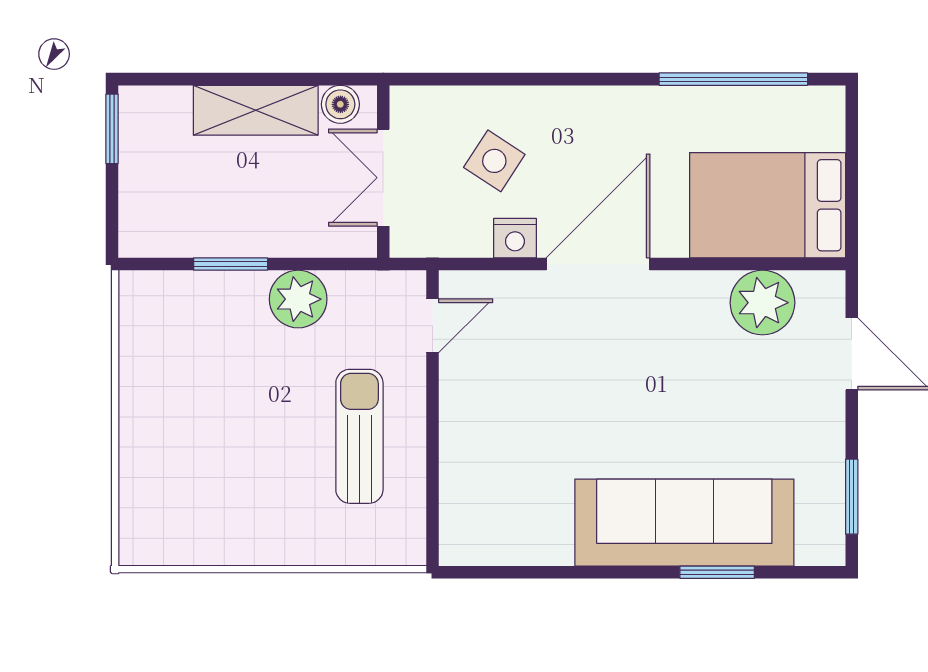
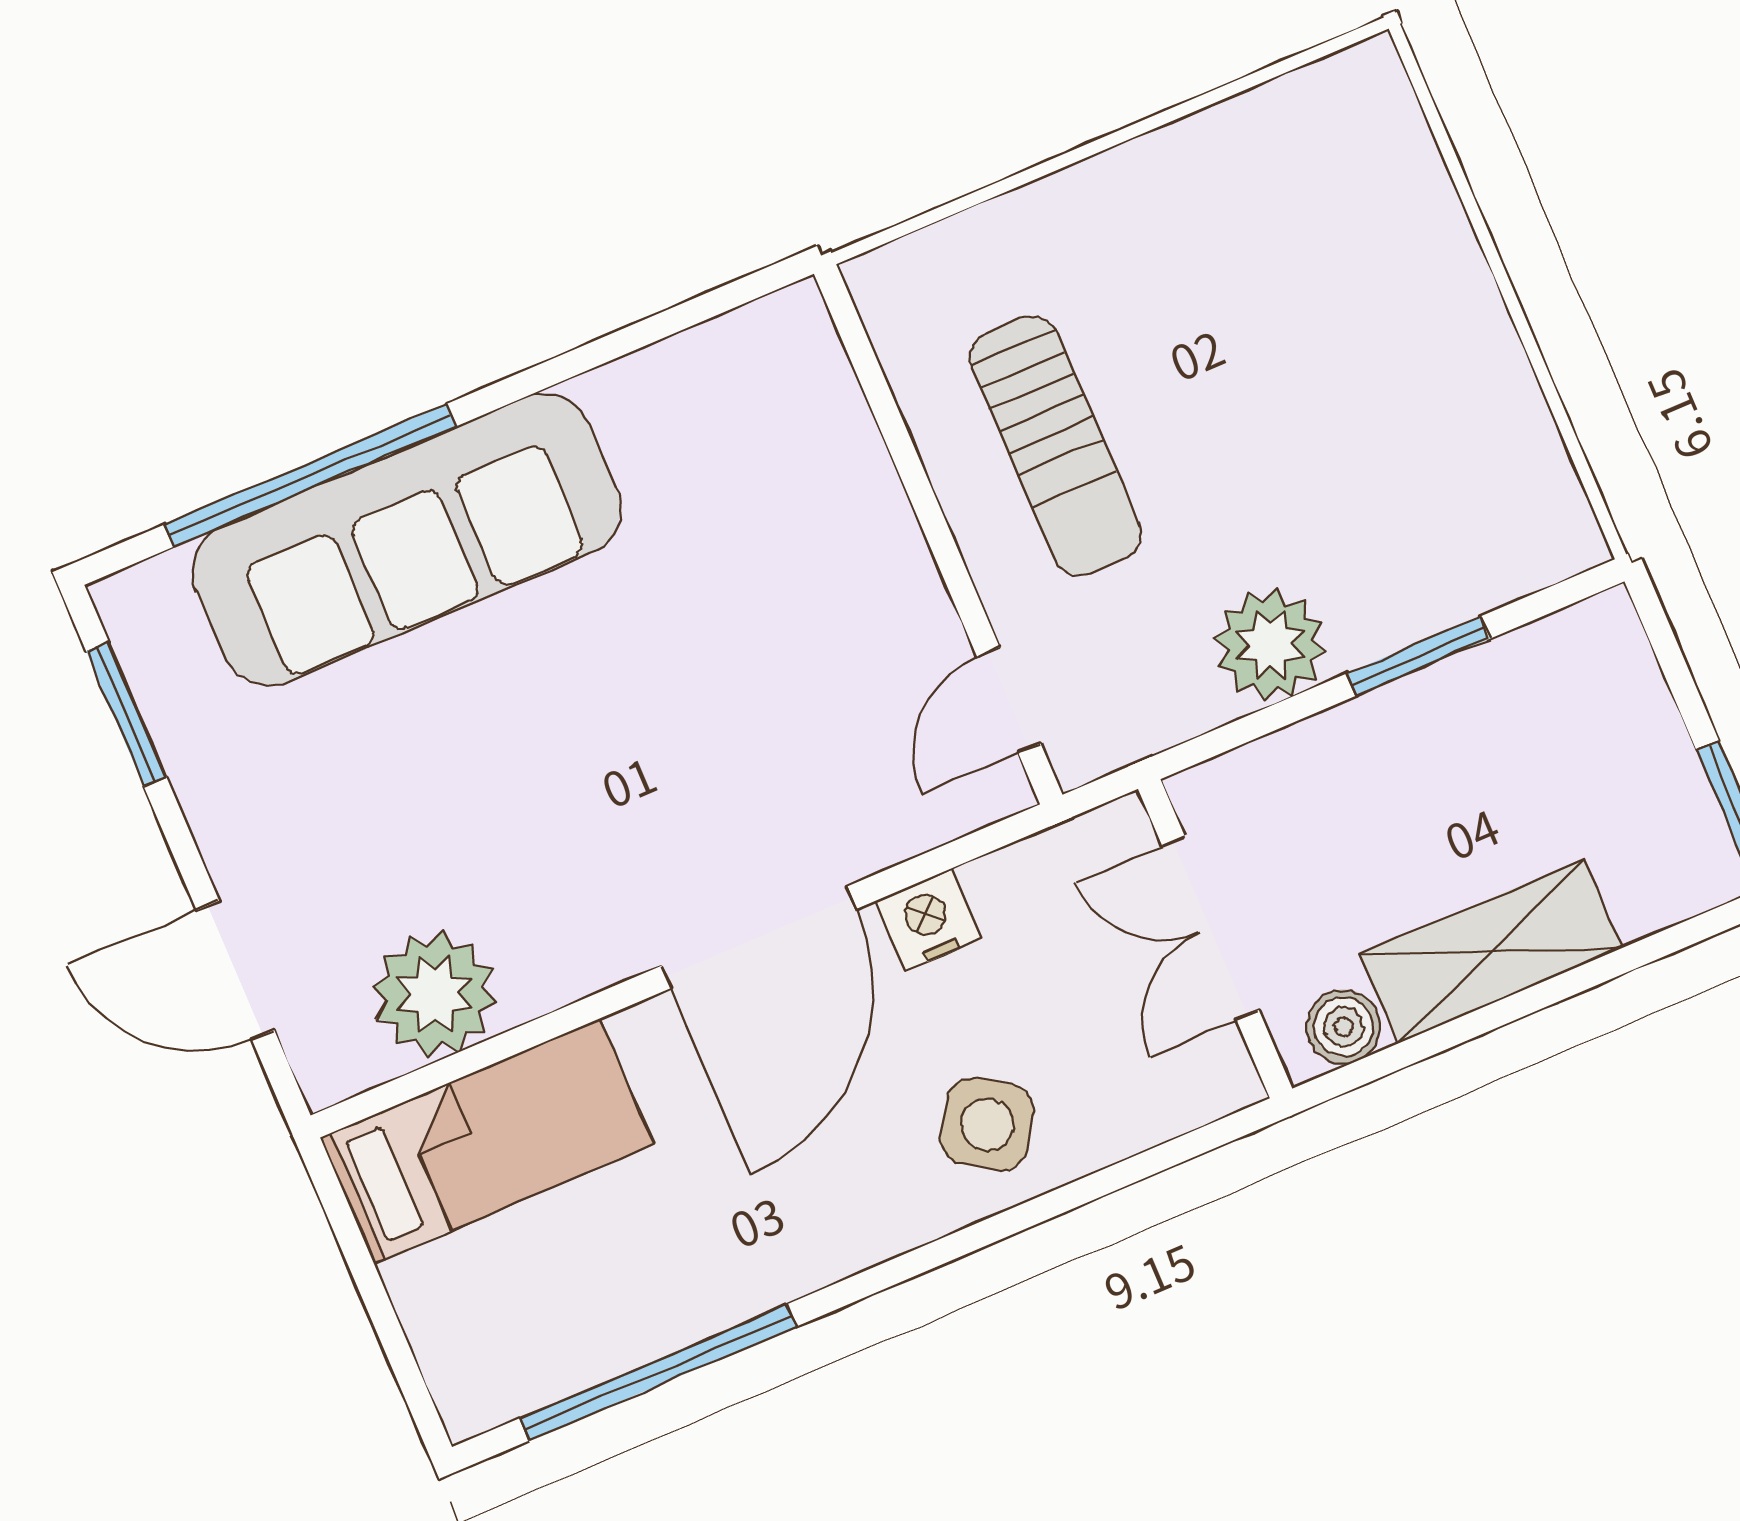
side table: (494, 161) -> (987, 1124), moved
double door: (383, 178) -> (1211, 928), swing flipped
bed: (768, 205) -> (487, 1141), width x0.67
window: (717, 572) -> (310, 476), width x2.11

